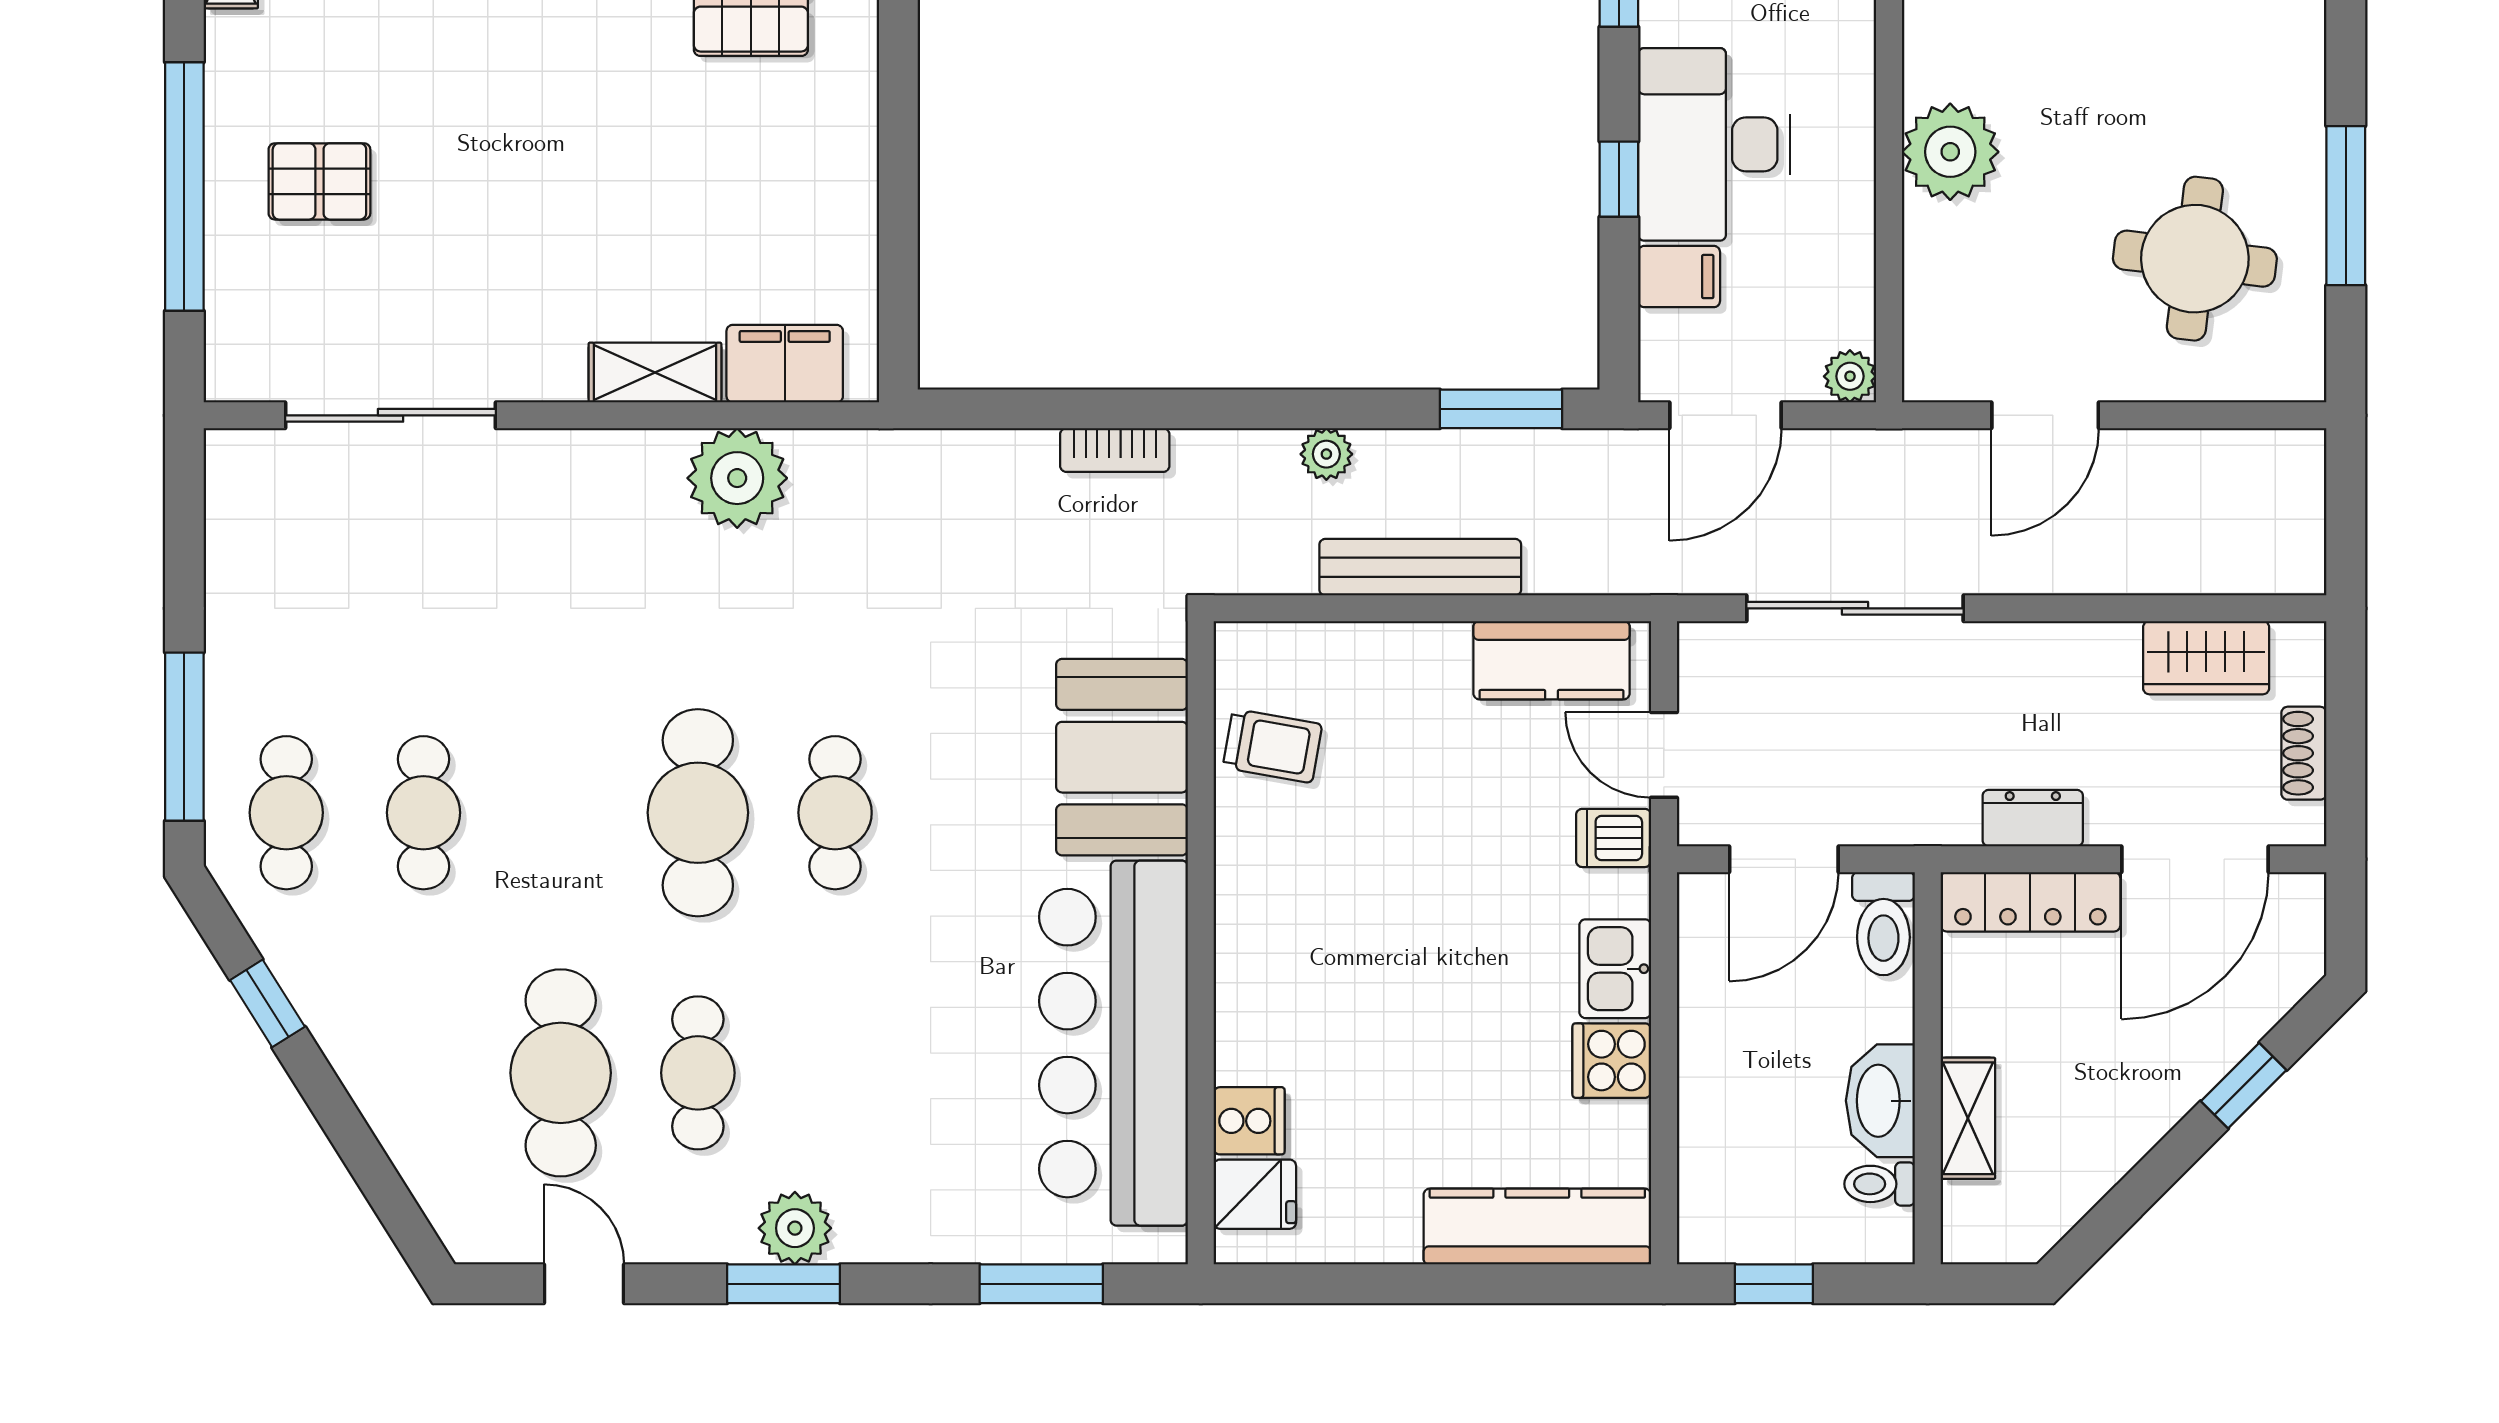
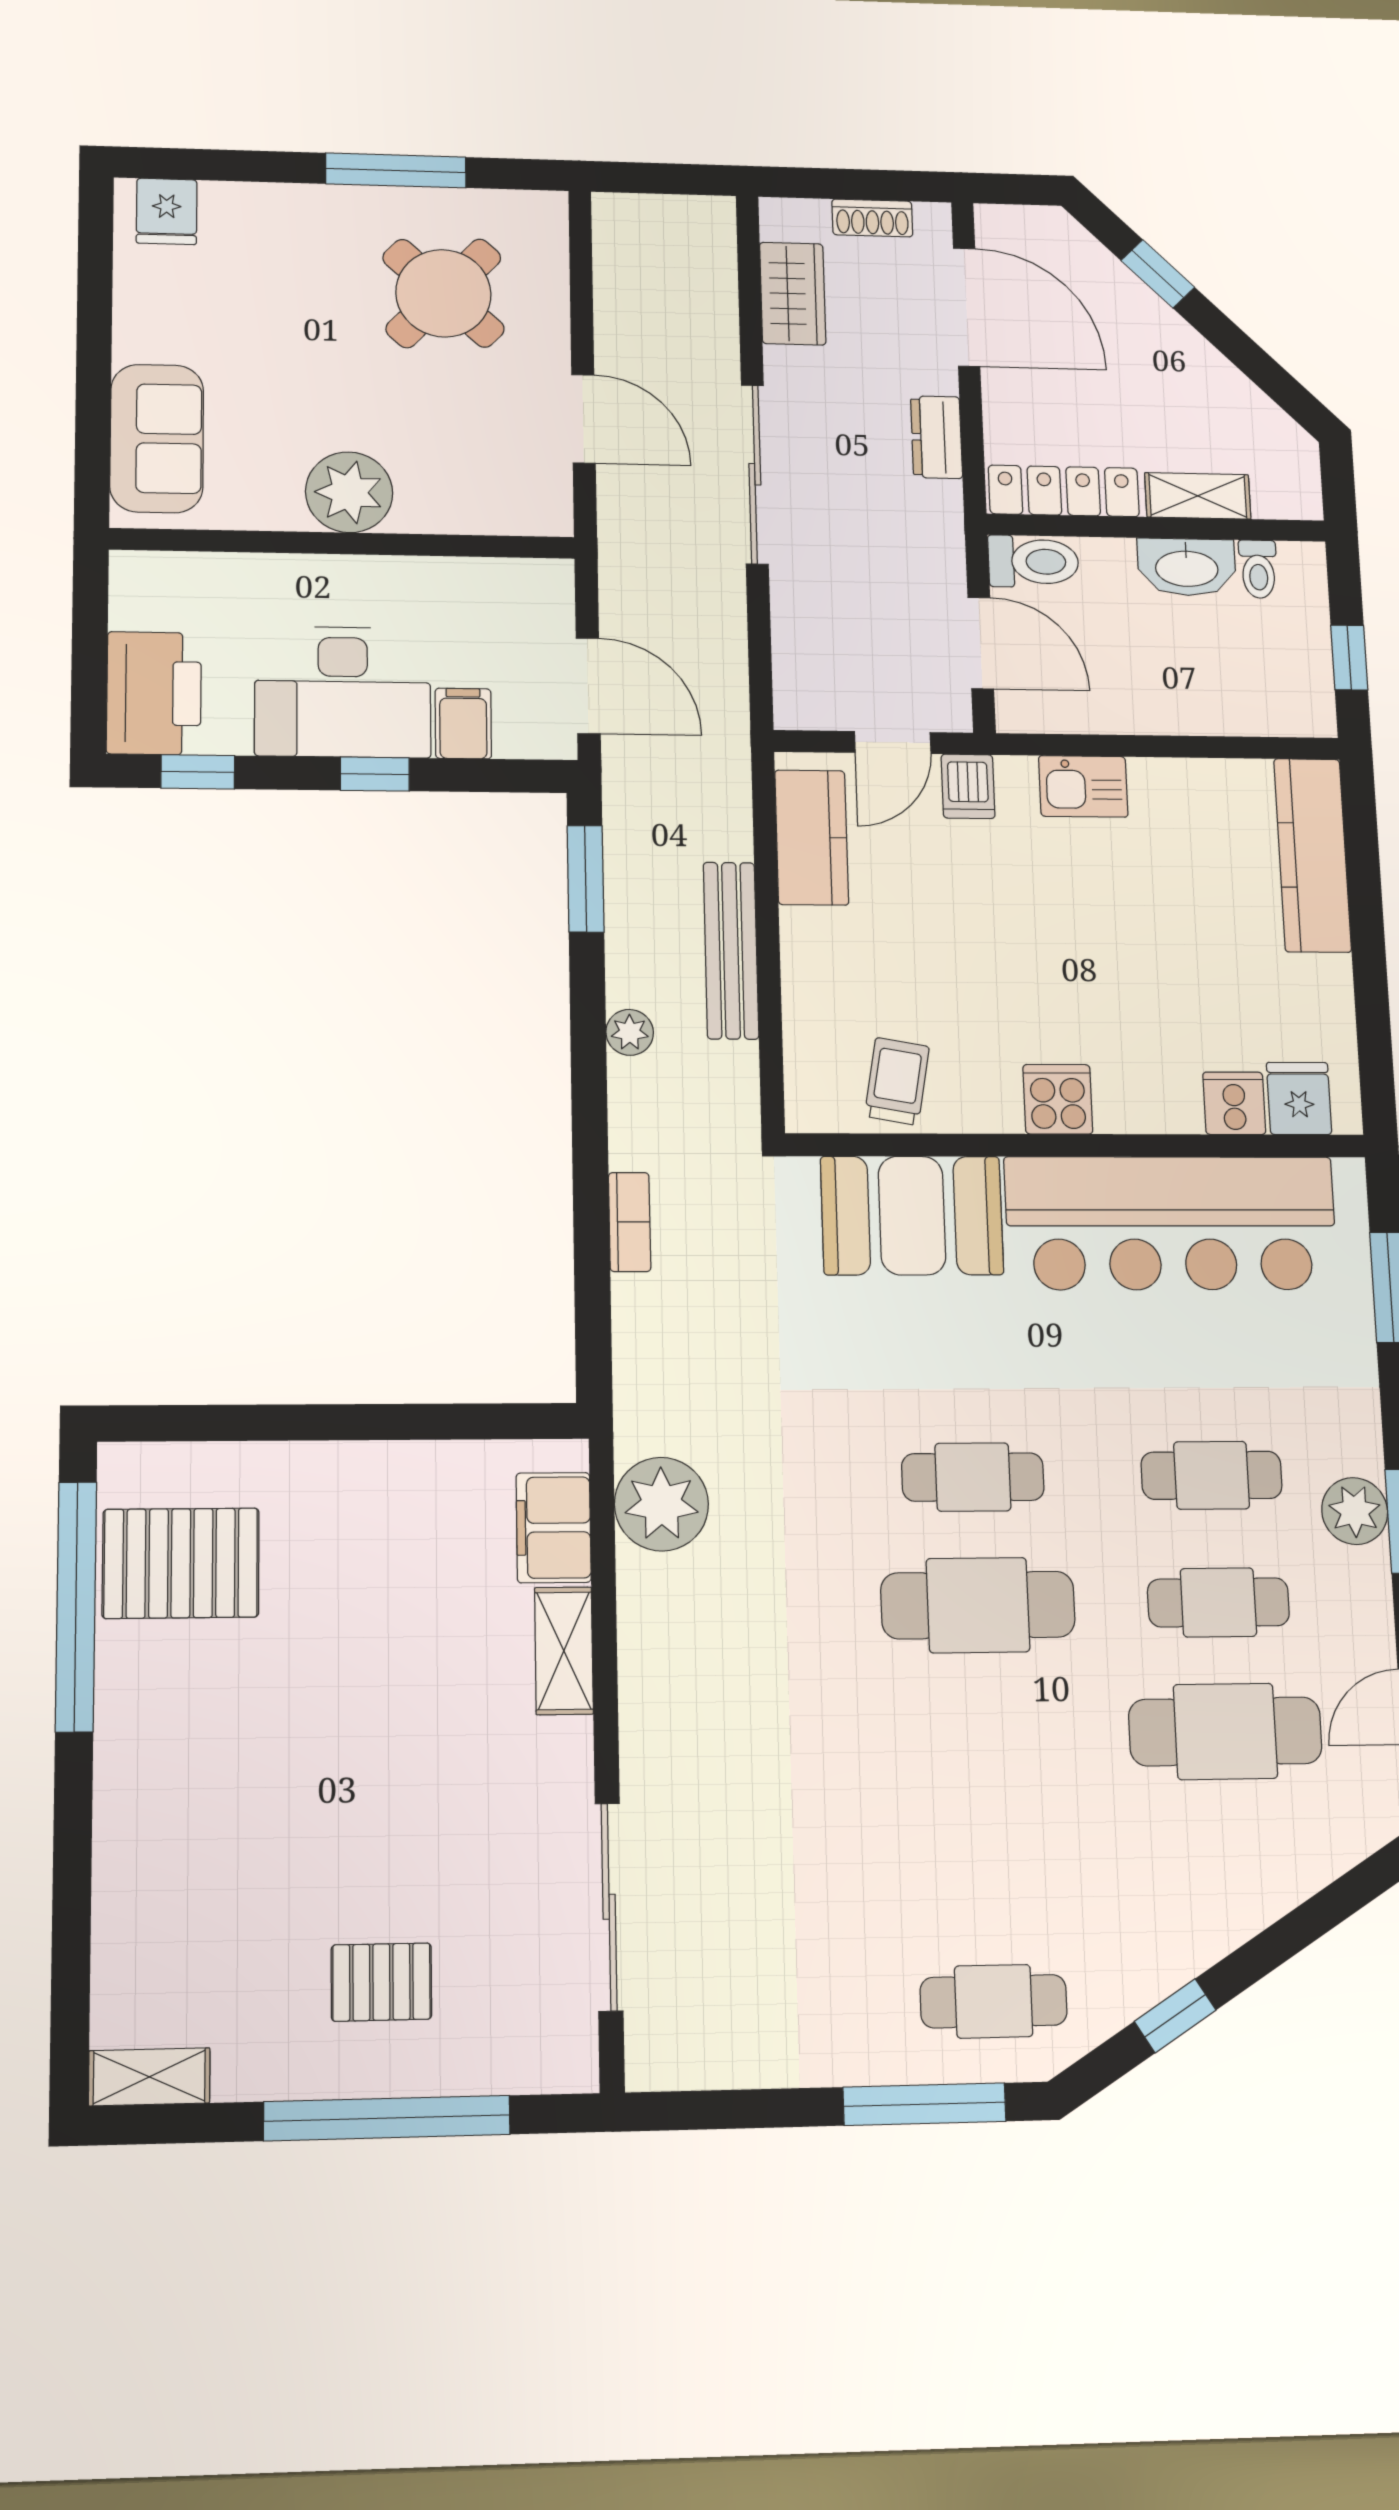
pallet: (319, 181) -> (381, 1982), turned 90
round table: (2195, 259) -> (443, 293), turned 36
plant: (1850, 376) -> (551, 580), removed
plant: (737, 478) -> (661, 1504), moved
sliding door: (1855, 608) -> (755, 474), moved
cafe table: (423, 813) -> (1212, 1475), moved
locker: (2030, 902) -> (1064, 491), moved, turned -90
cooker: (1612, 1061) -> (1058, 1099), moved, turned 180

